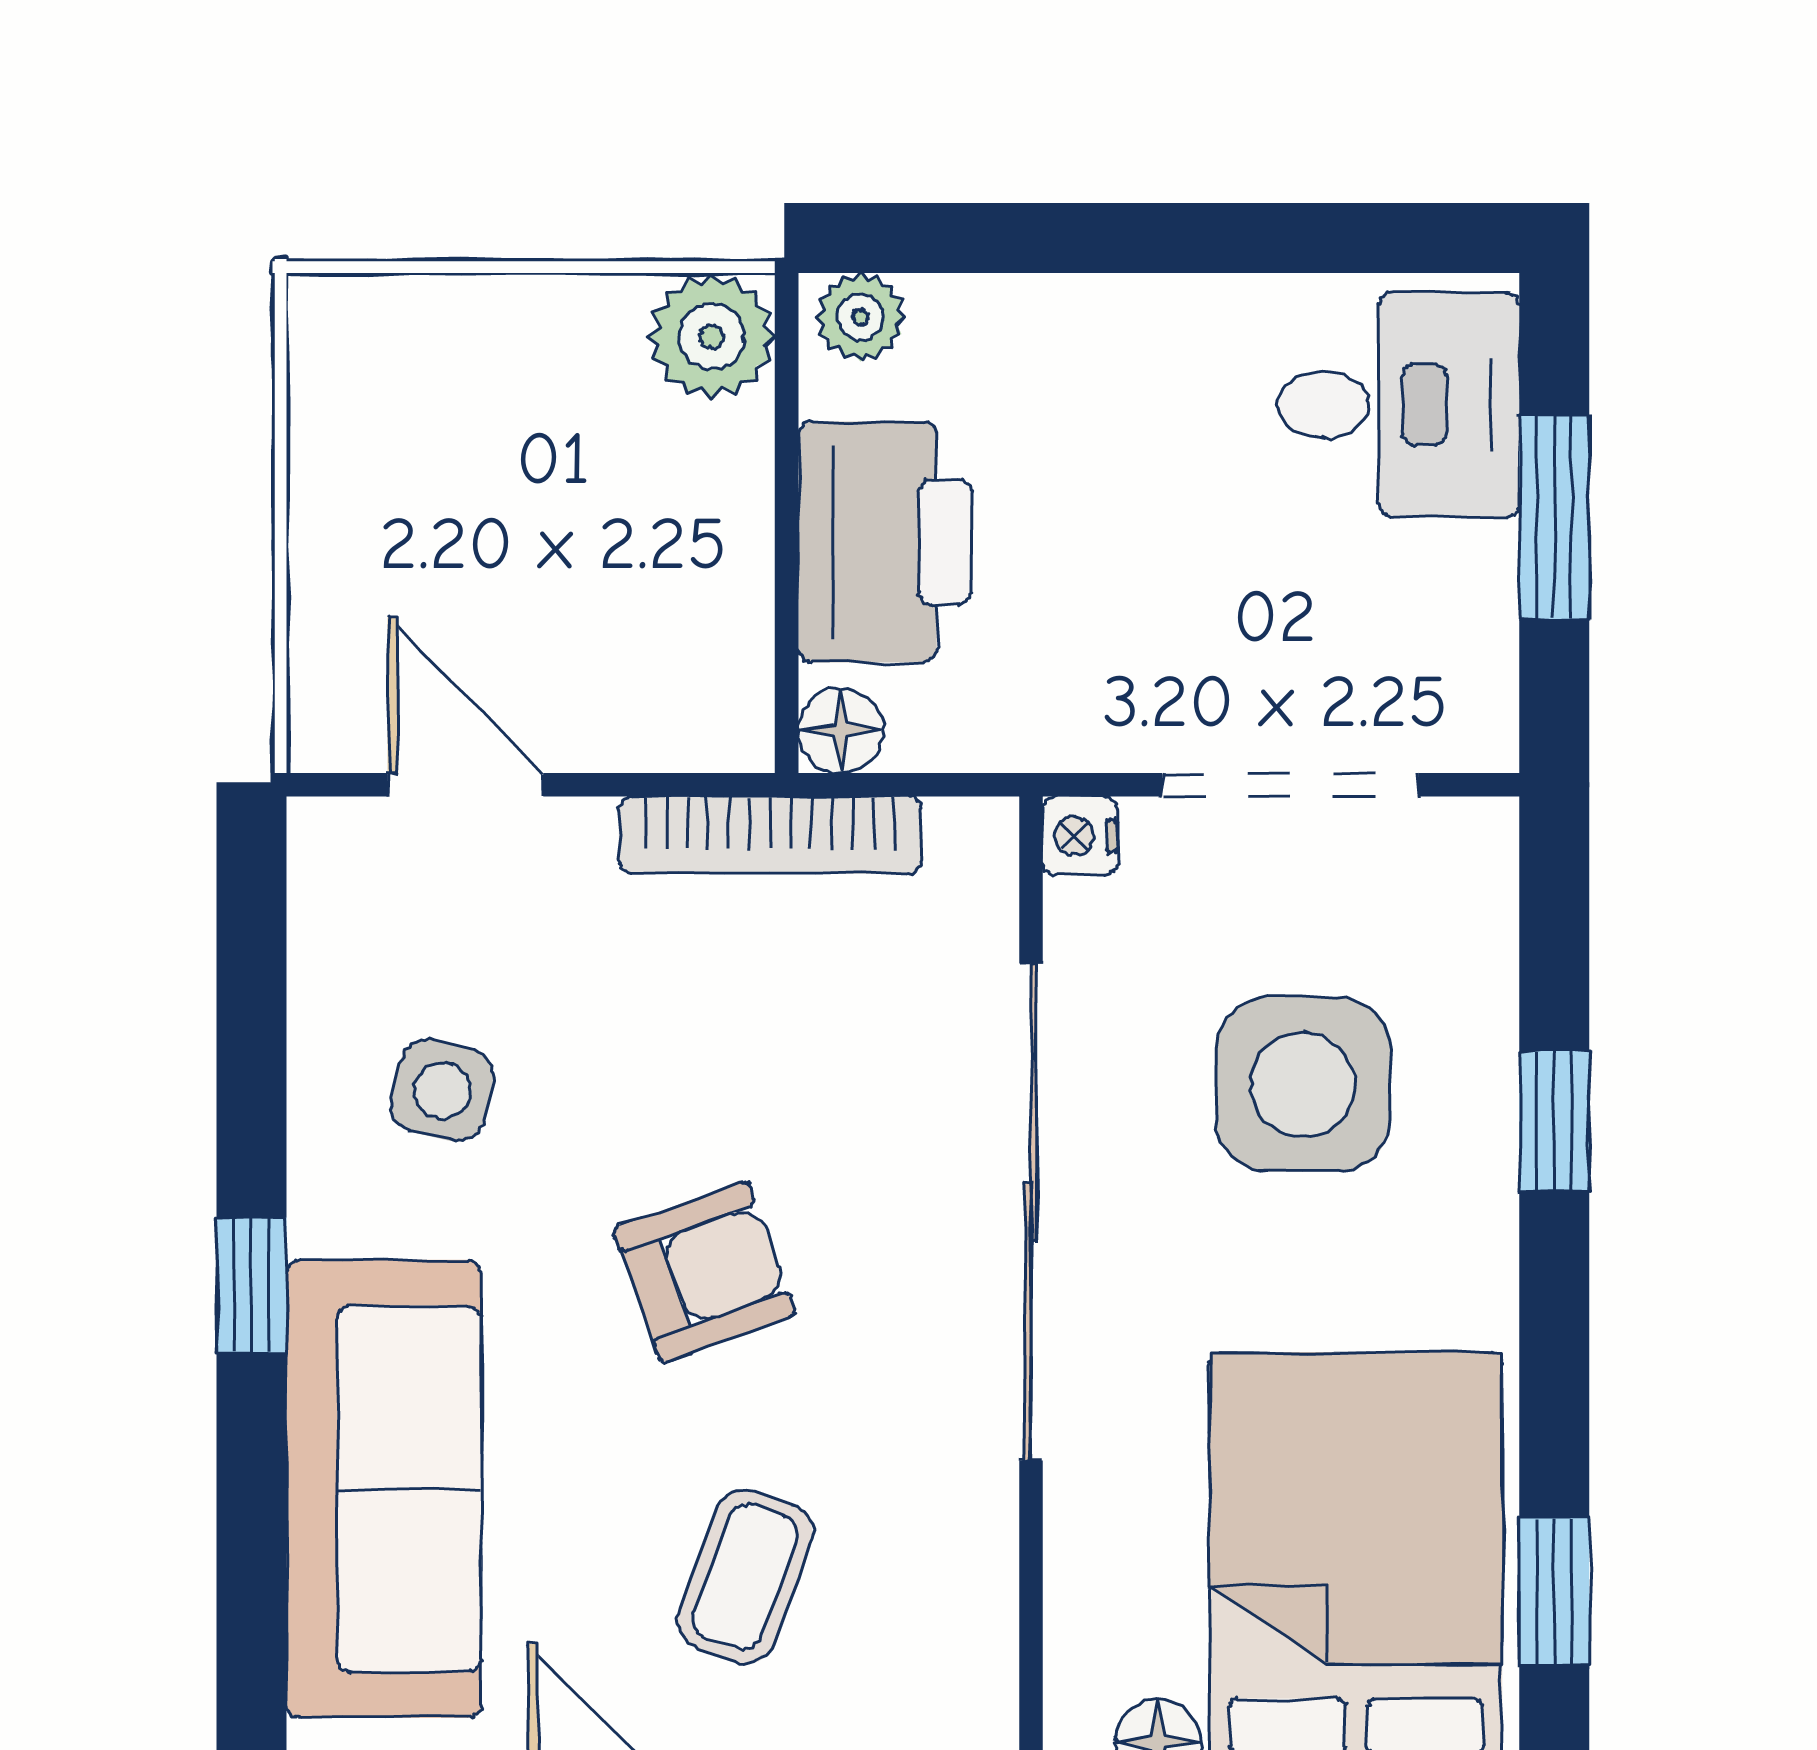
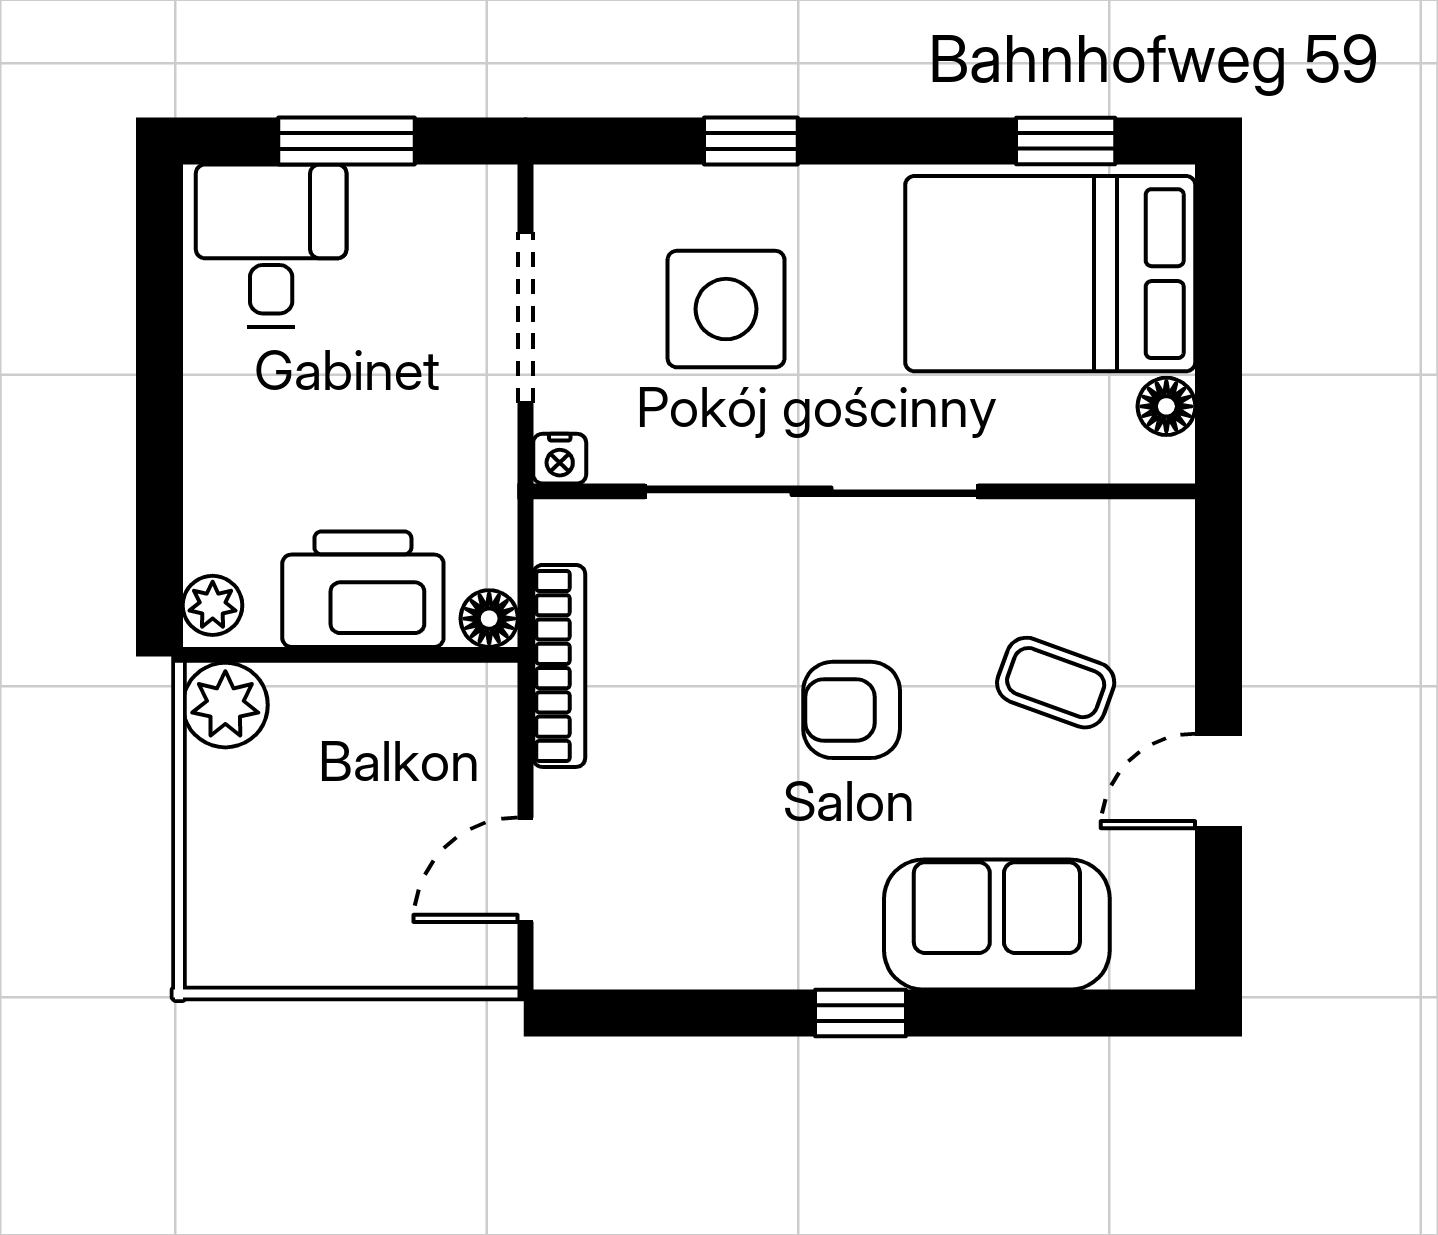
side table: (442, 1091) -> (730, 885), removed
armchair: (704, 1272) -> (852, 710), turned -70
sofa: (384, 1489) -> (997, 925), width x0.73

